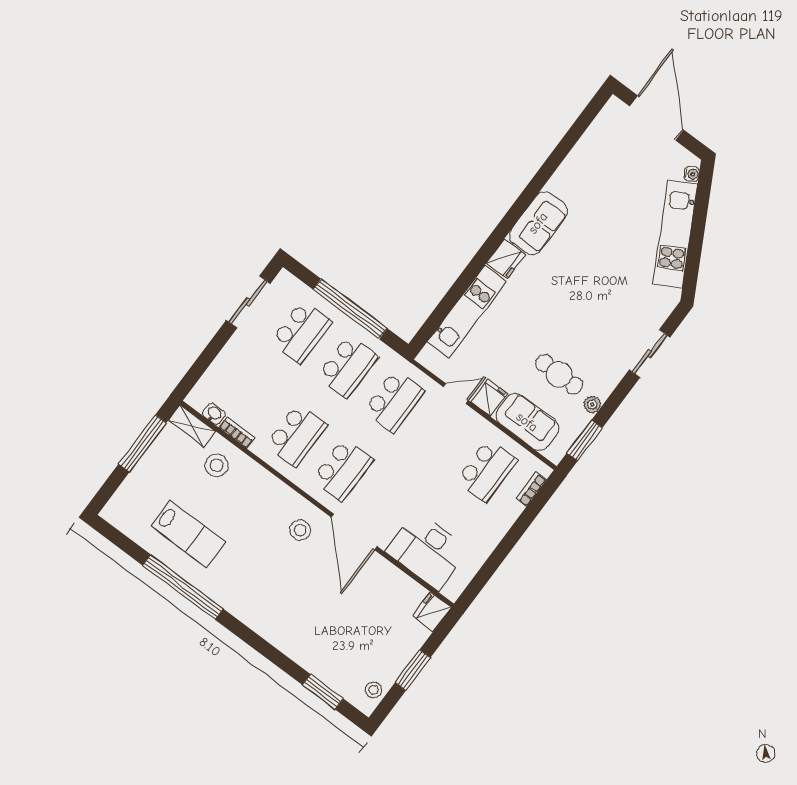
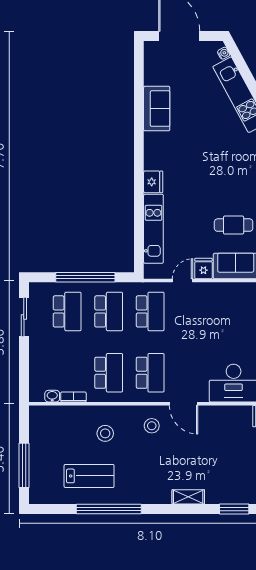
sofa: (538, 223) -> (157, 109), moved
shelving: (192, 426) -> (188, 497), moved
window: (142, 443) -> (24, 465), moved
stool: (217, 465) -> (105, 433), moved
school desk: (487, 471) -> (233, 311), removed
door: (354, 532) -> (184, 404), width x0.73

